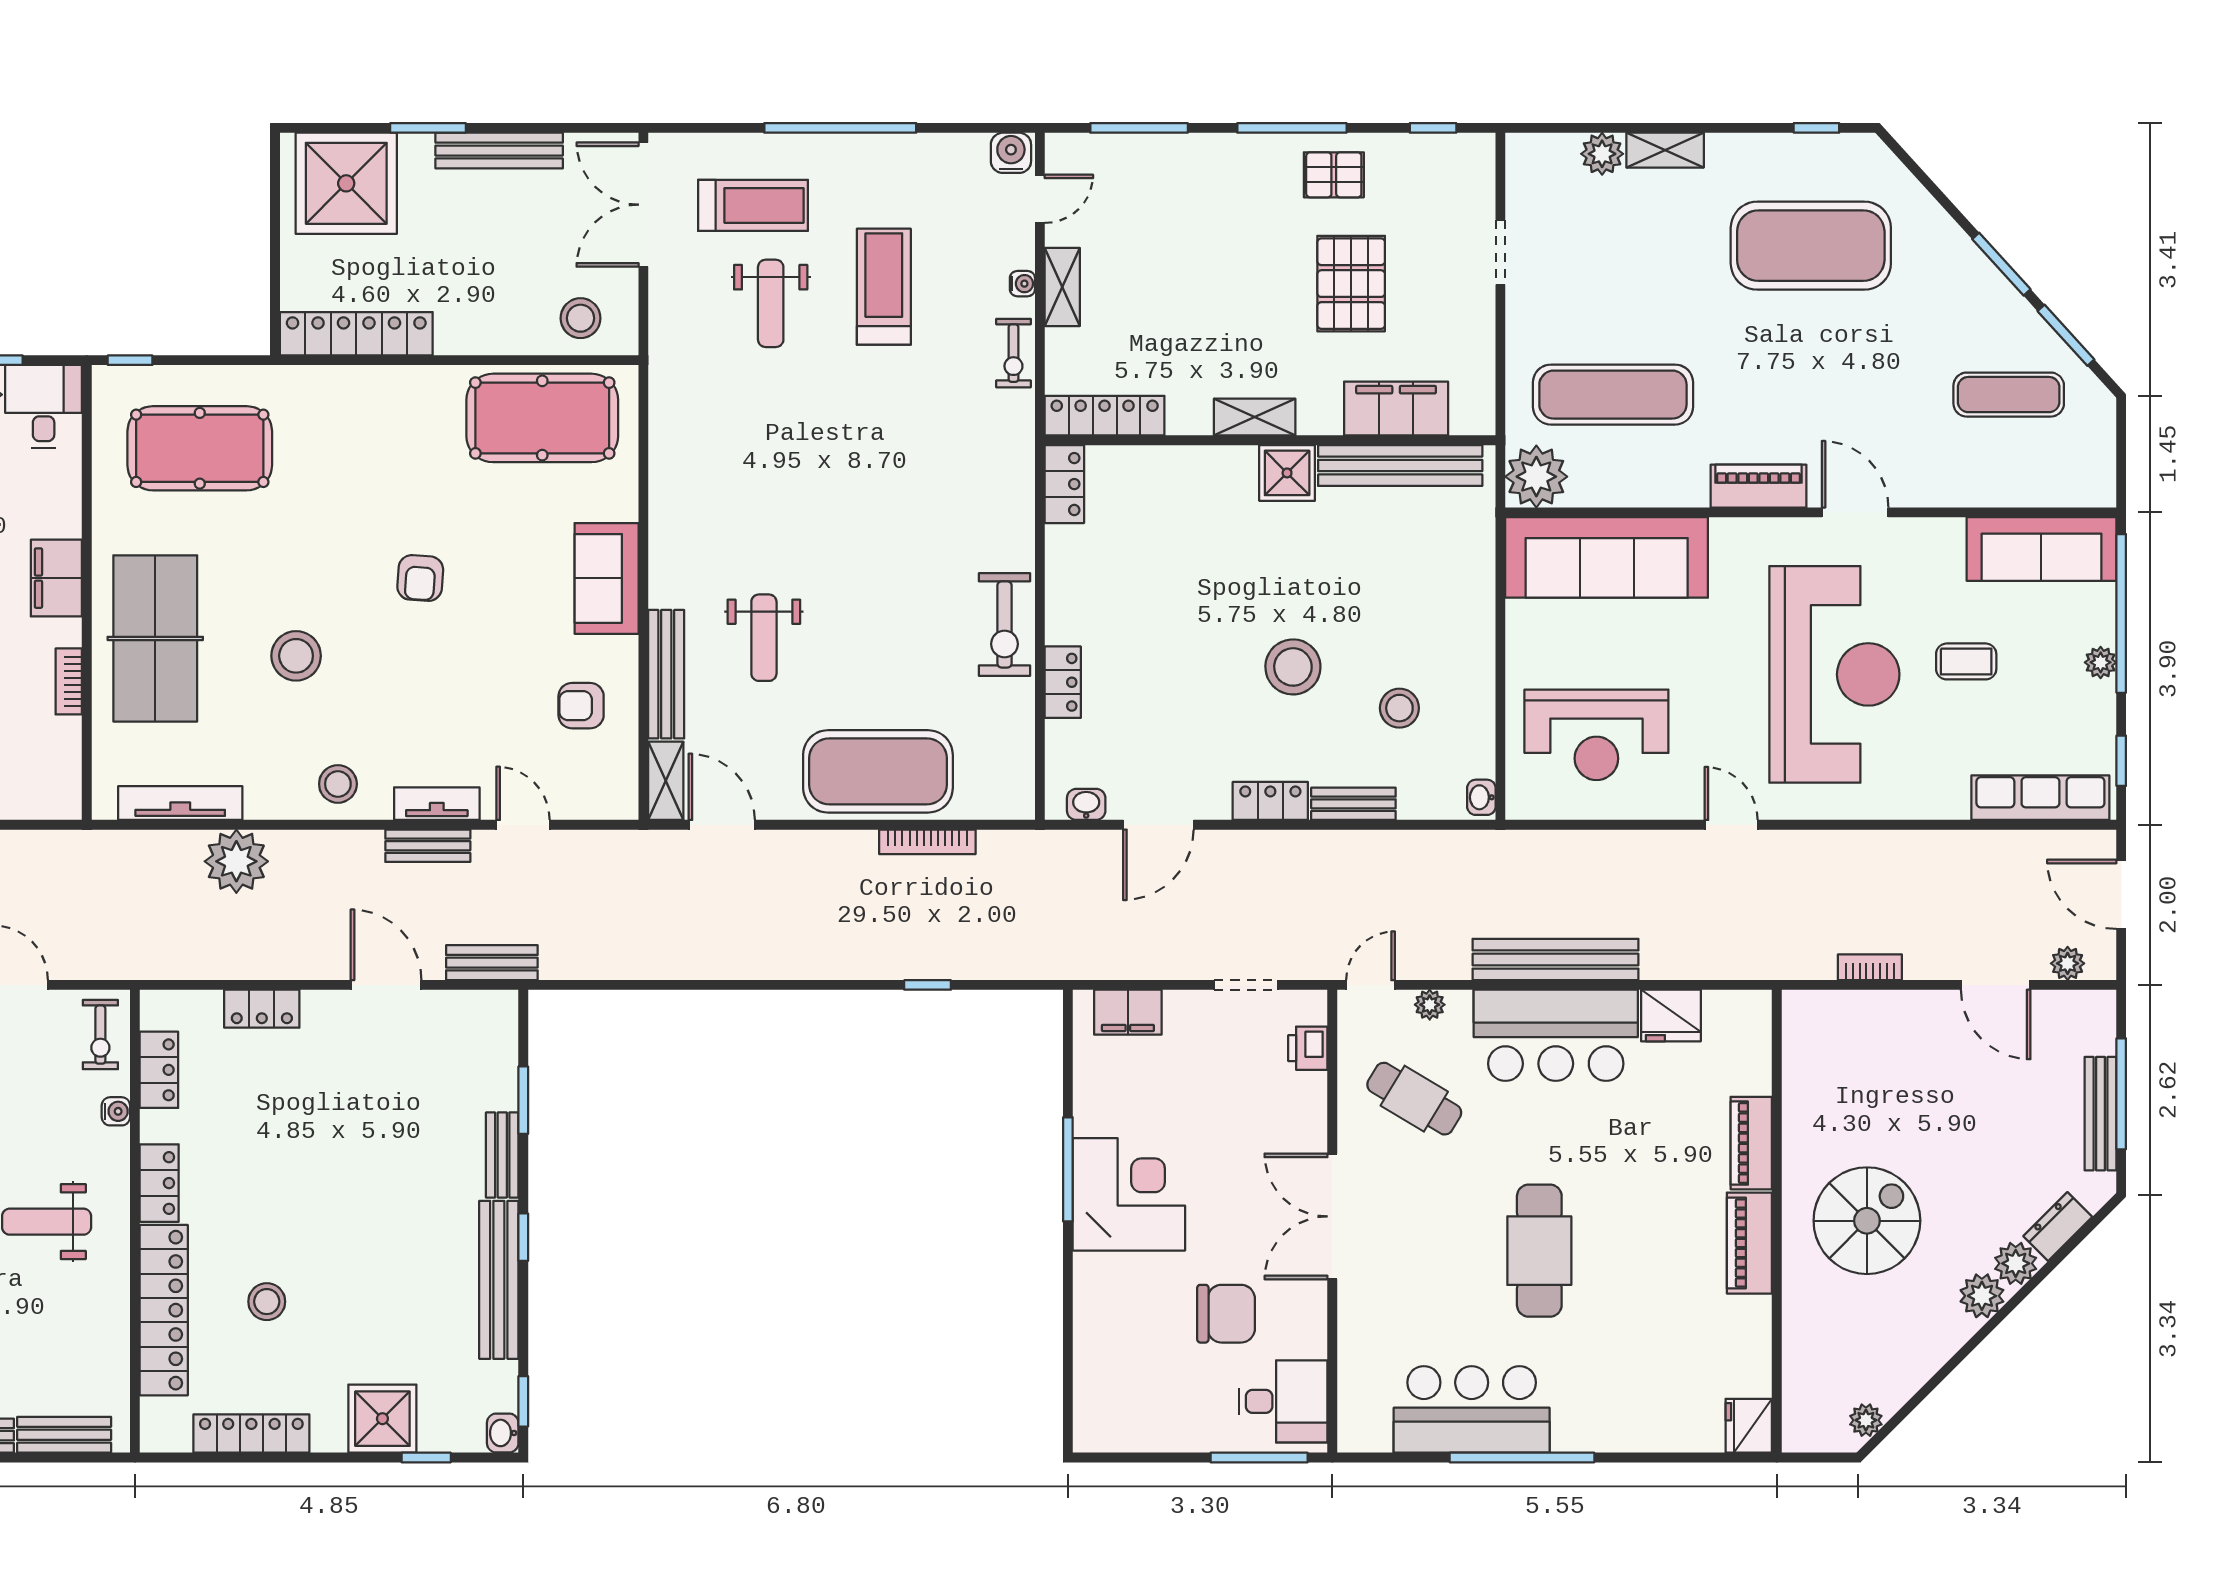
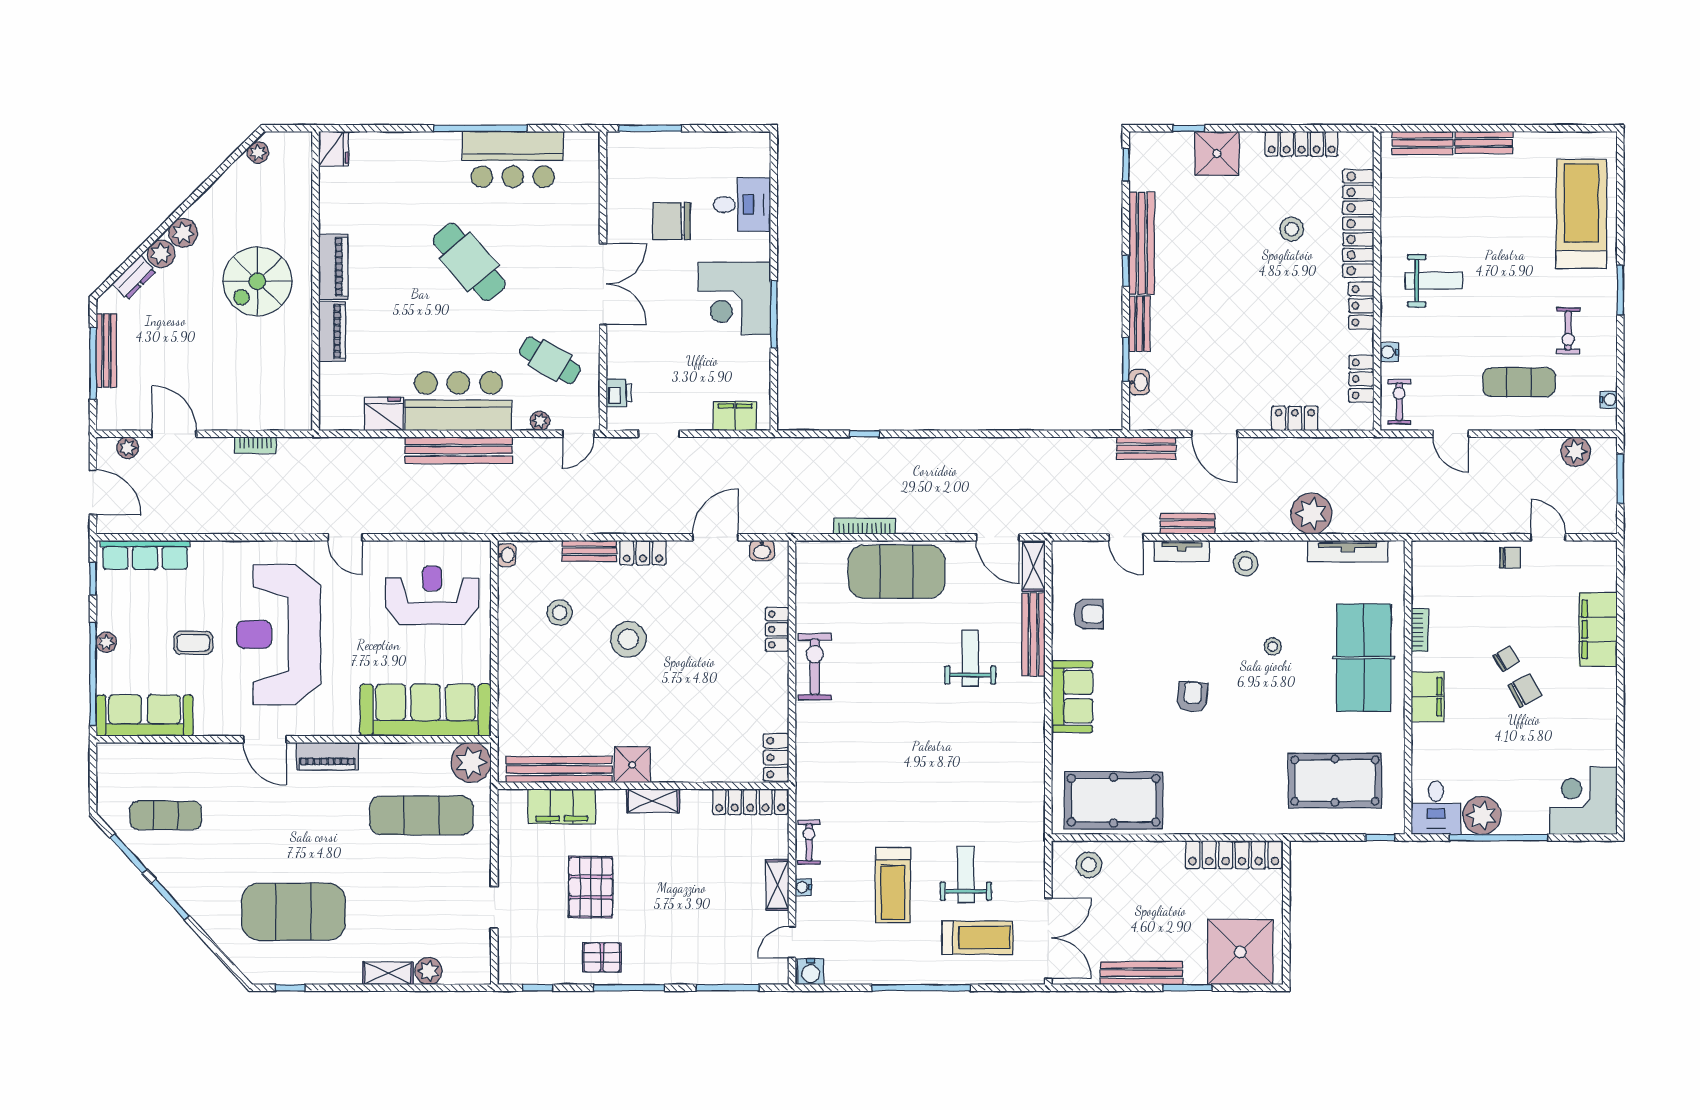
treadmill: (753, 205) -> (977, 938), turned 180
stool: (296, 656) -> (1273, 646), width x0.53, depth x0.53
cafe table: (1539, 1251) -> (469, 262), turned -41
desk: (1283, 1401) -> (742, 205), moved, turned 180
washbasin: (503, 1433) -> (1139, 382), moved

